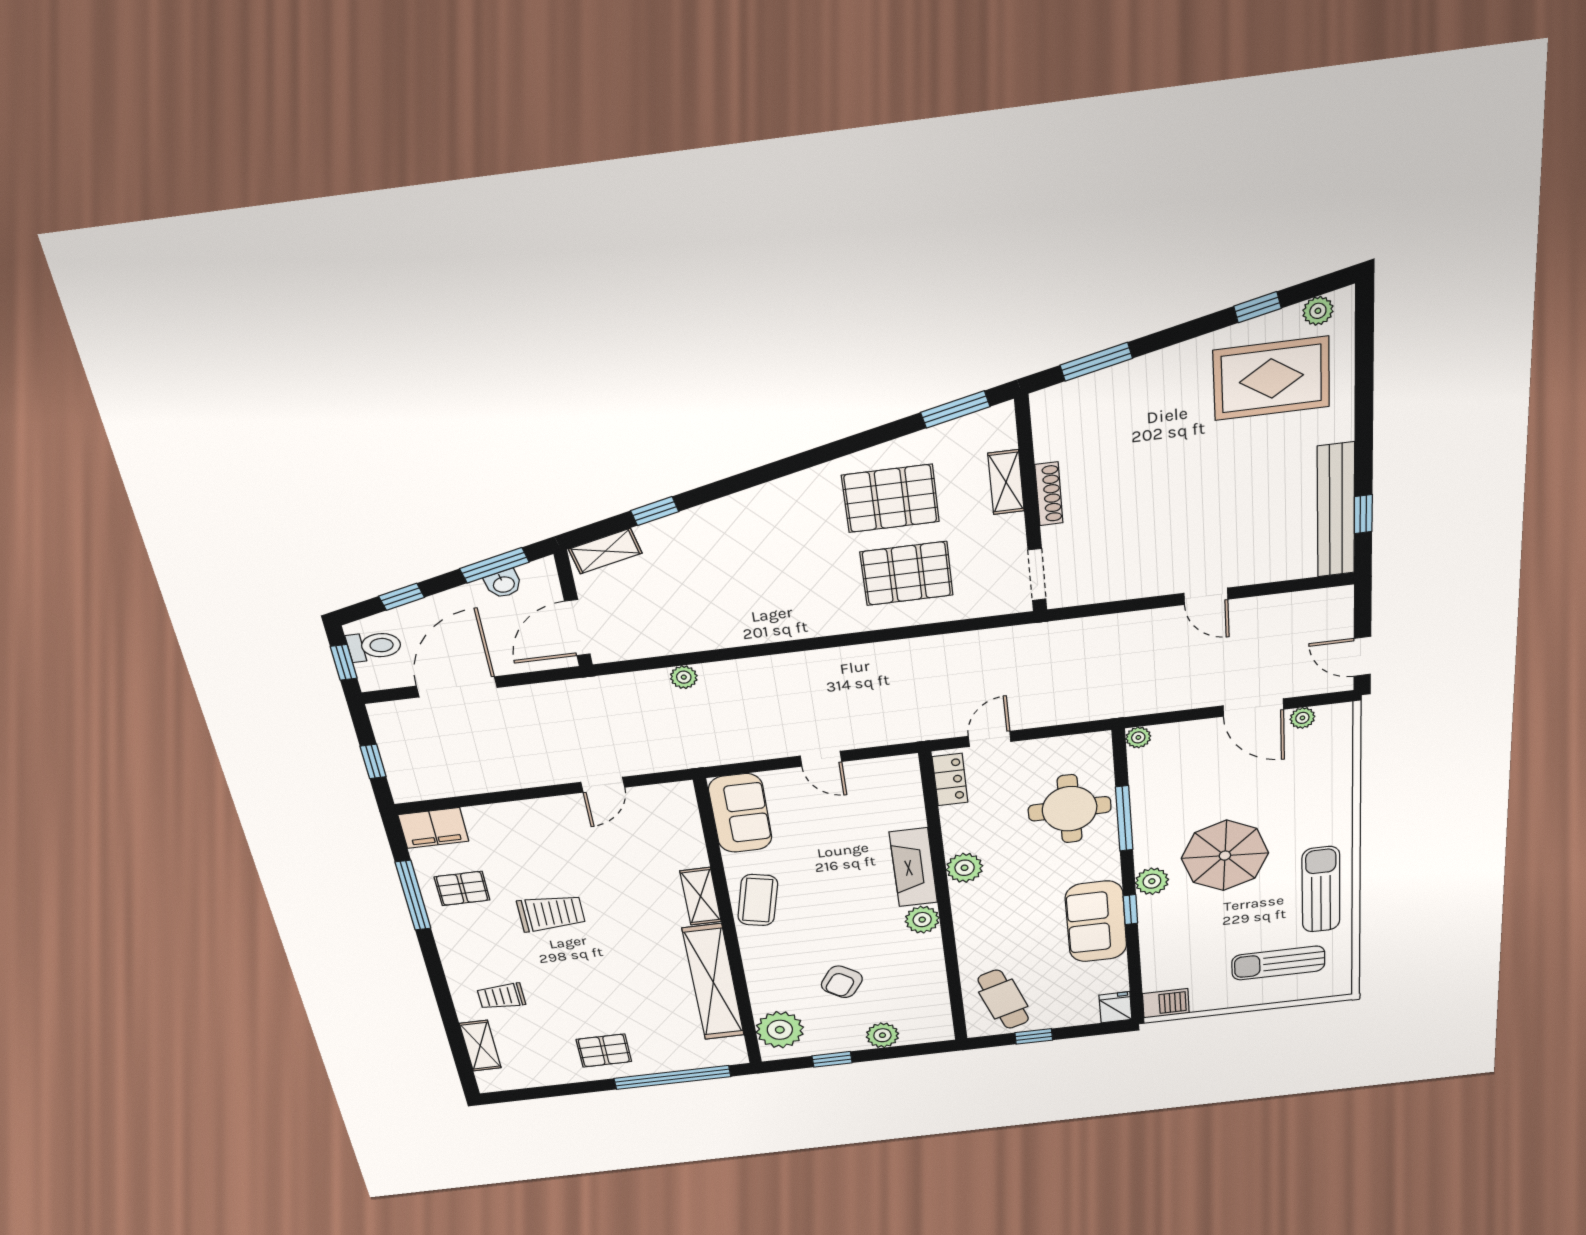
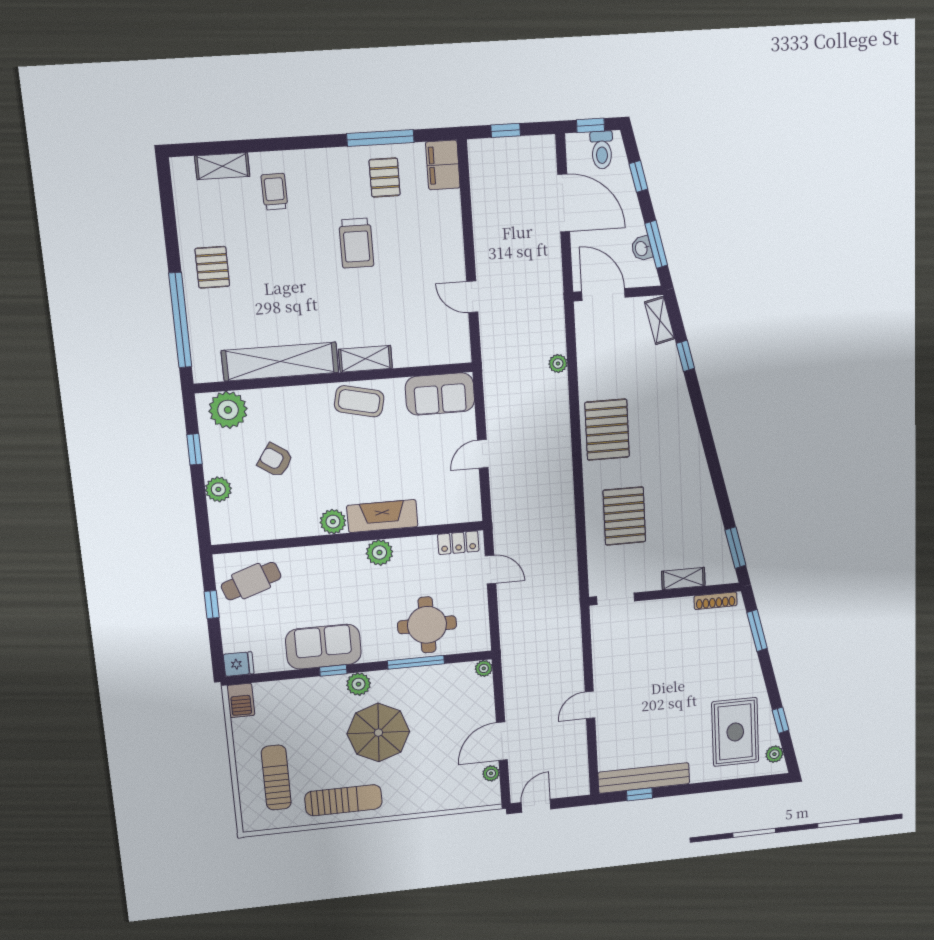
shoe rack: (1049, 494) -> (716, 601), moved
pallet: (890, 498) -> (607, 430), moved

